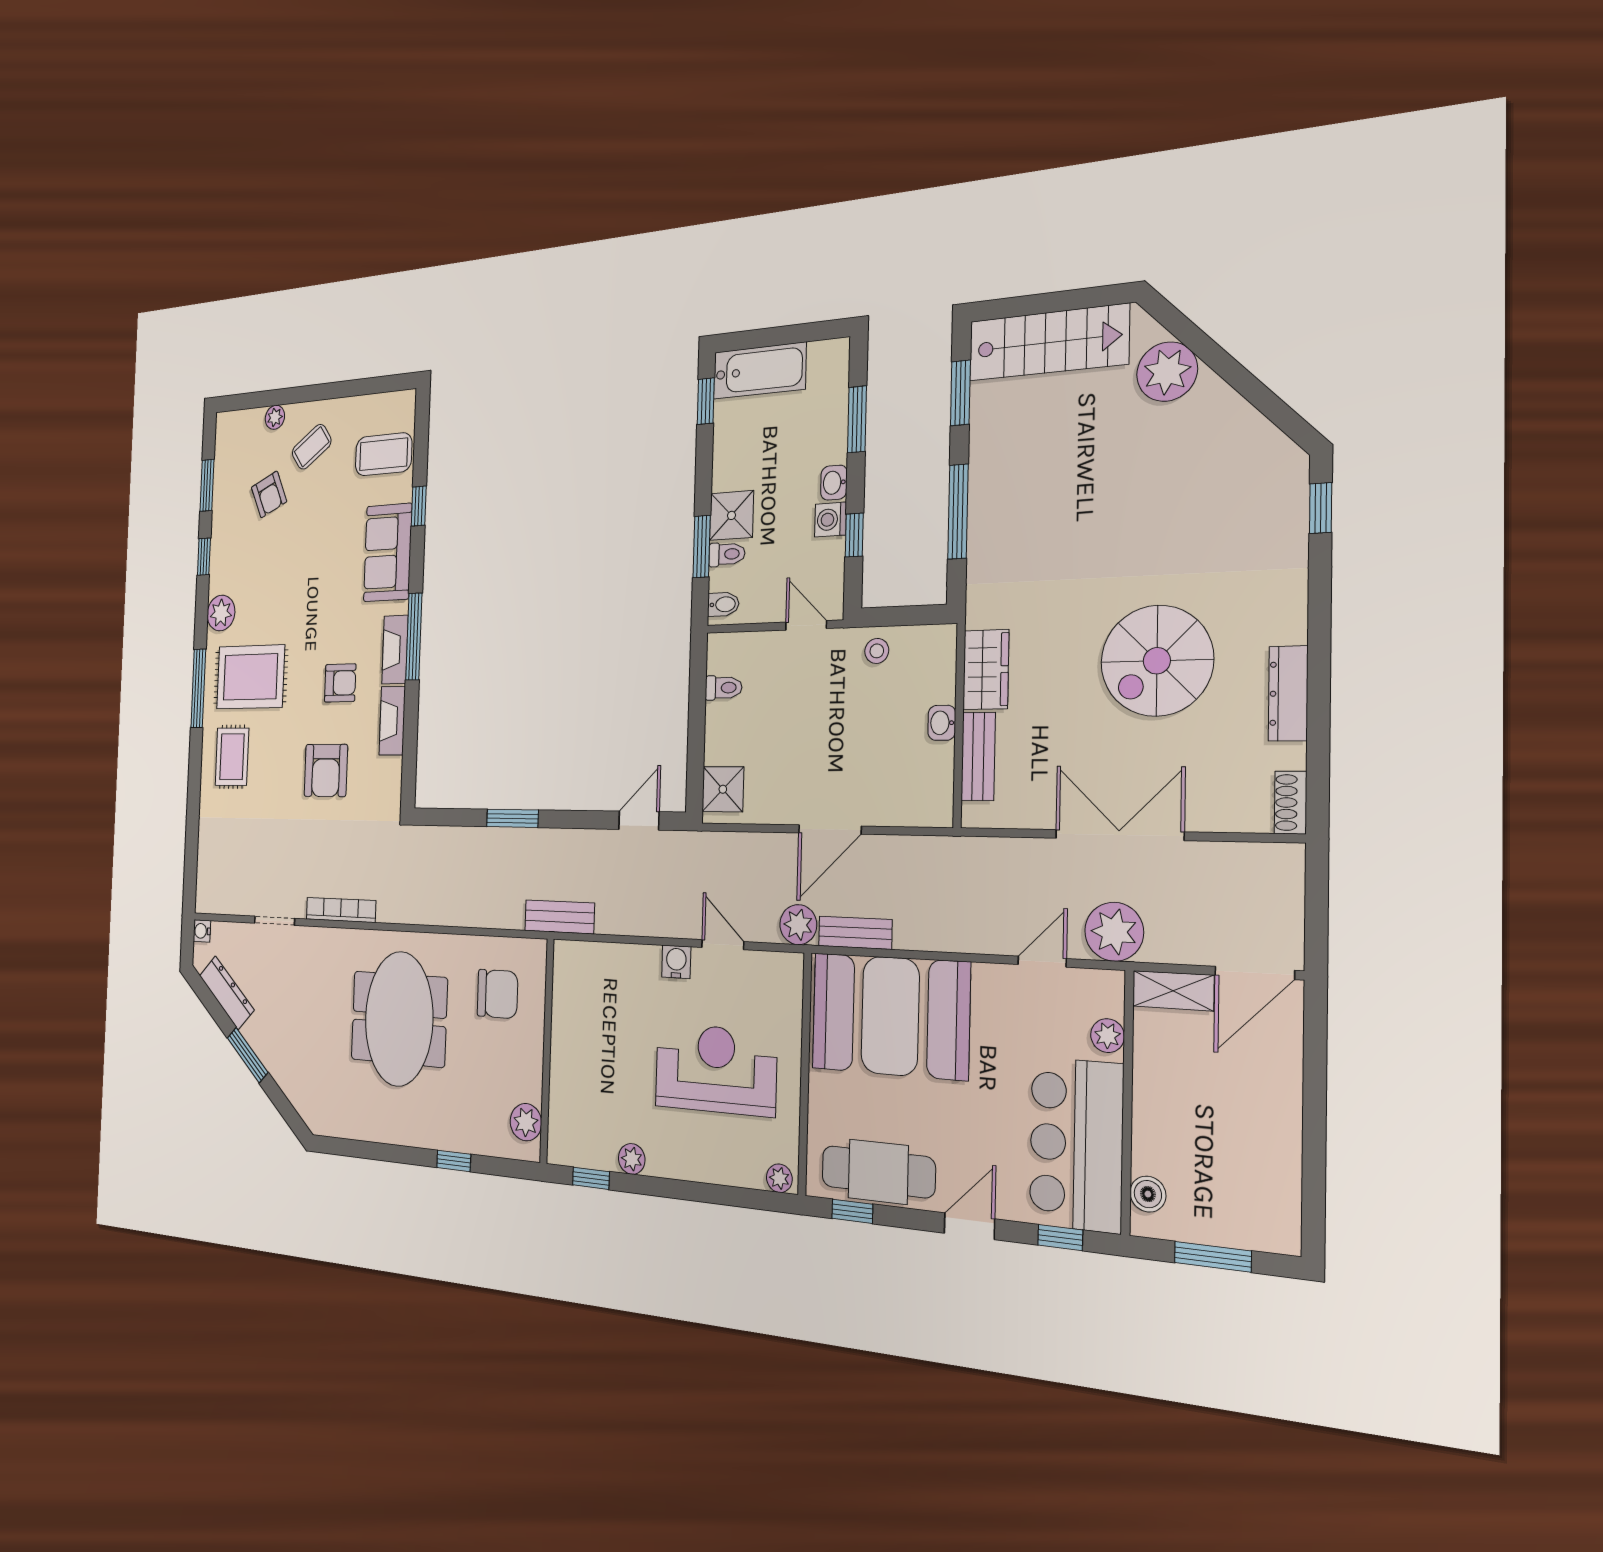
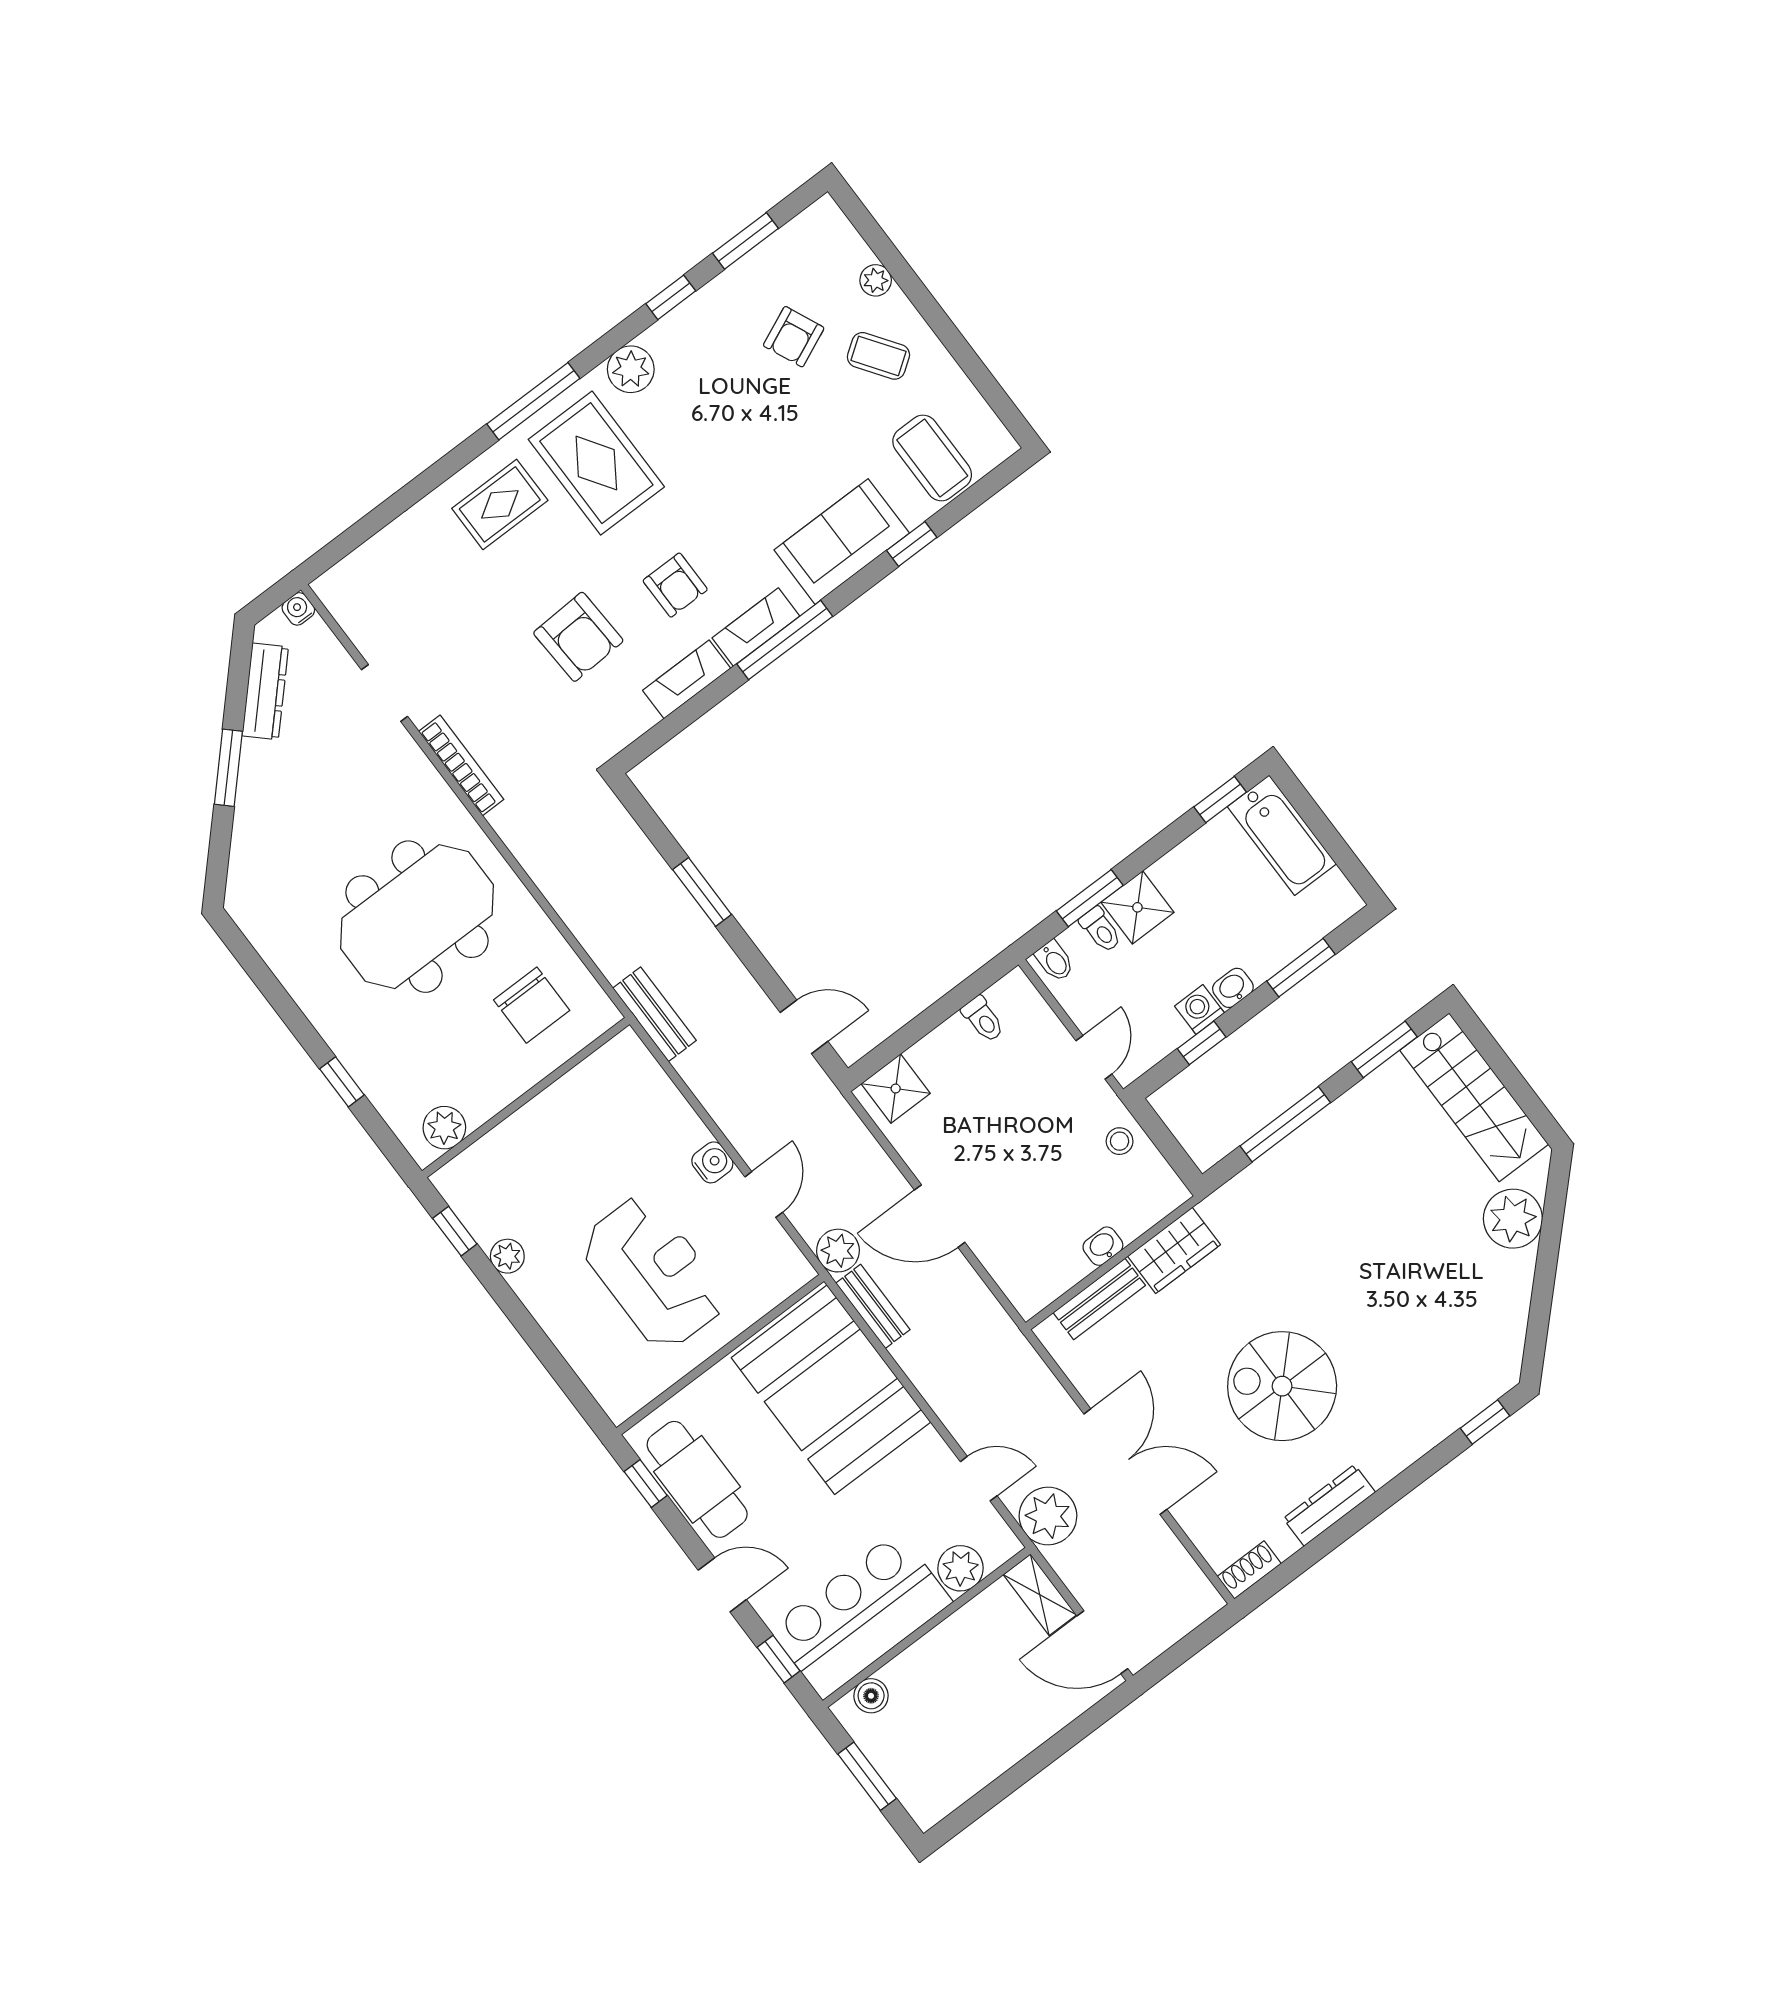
armchair: (326, 770) -> (578, 637), turned -93
plant: (1108, 1036) -> (961, 1568), width x1.38, depth x1.38
plant: (779, 1178) -> (615, 1401), removed

